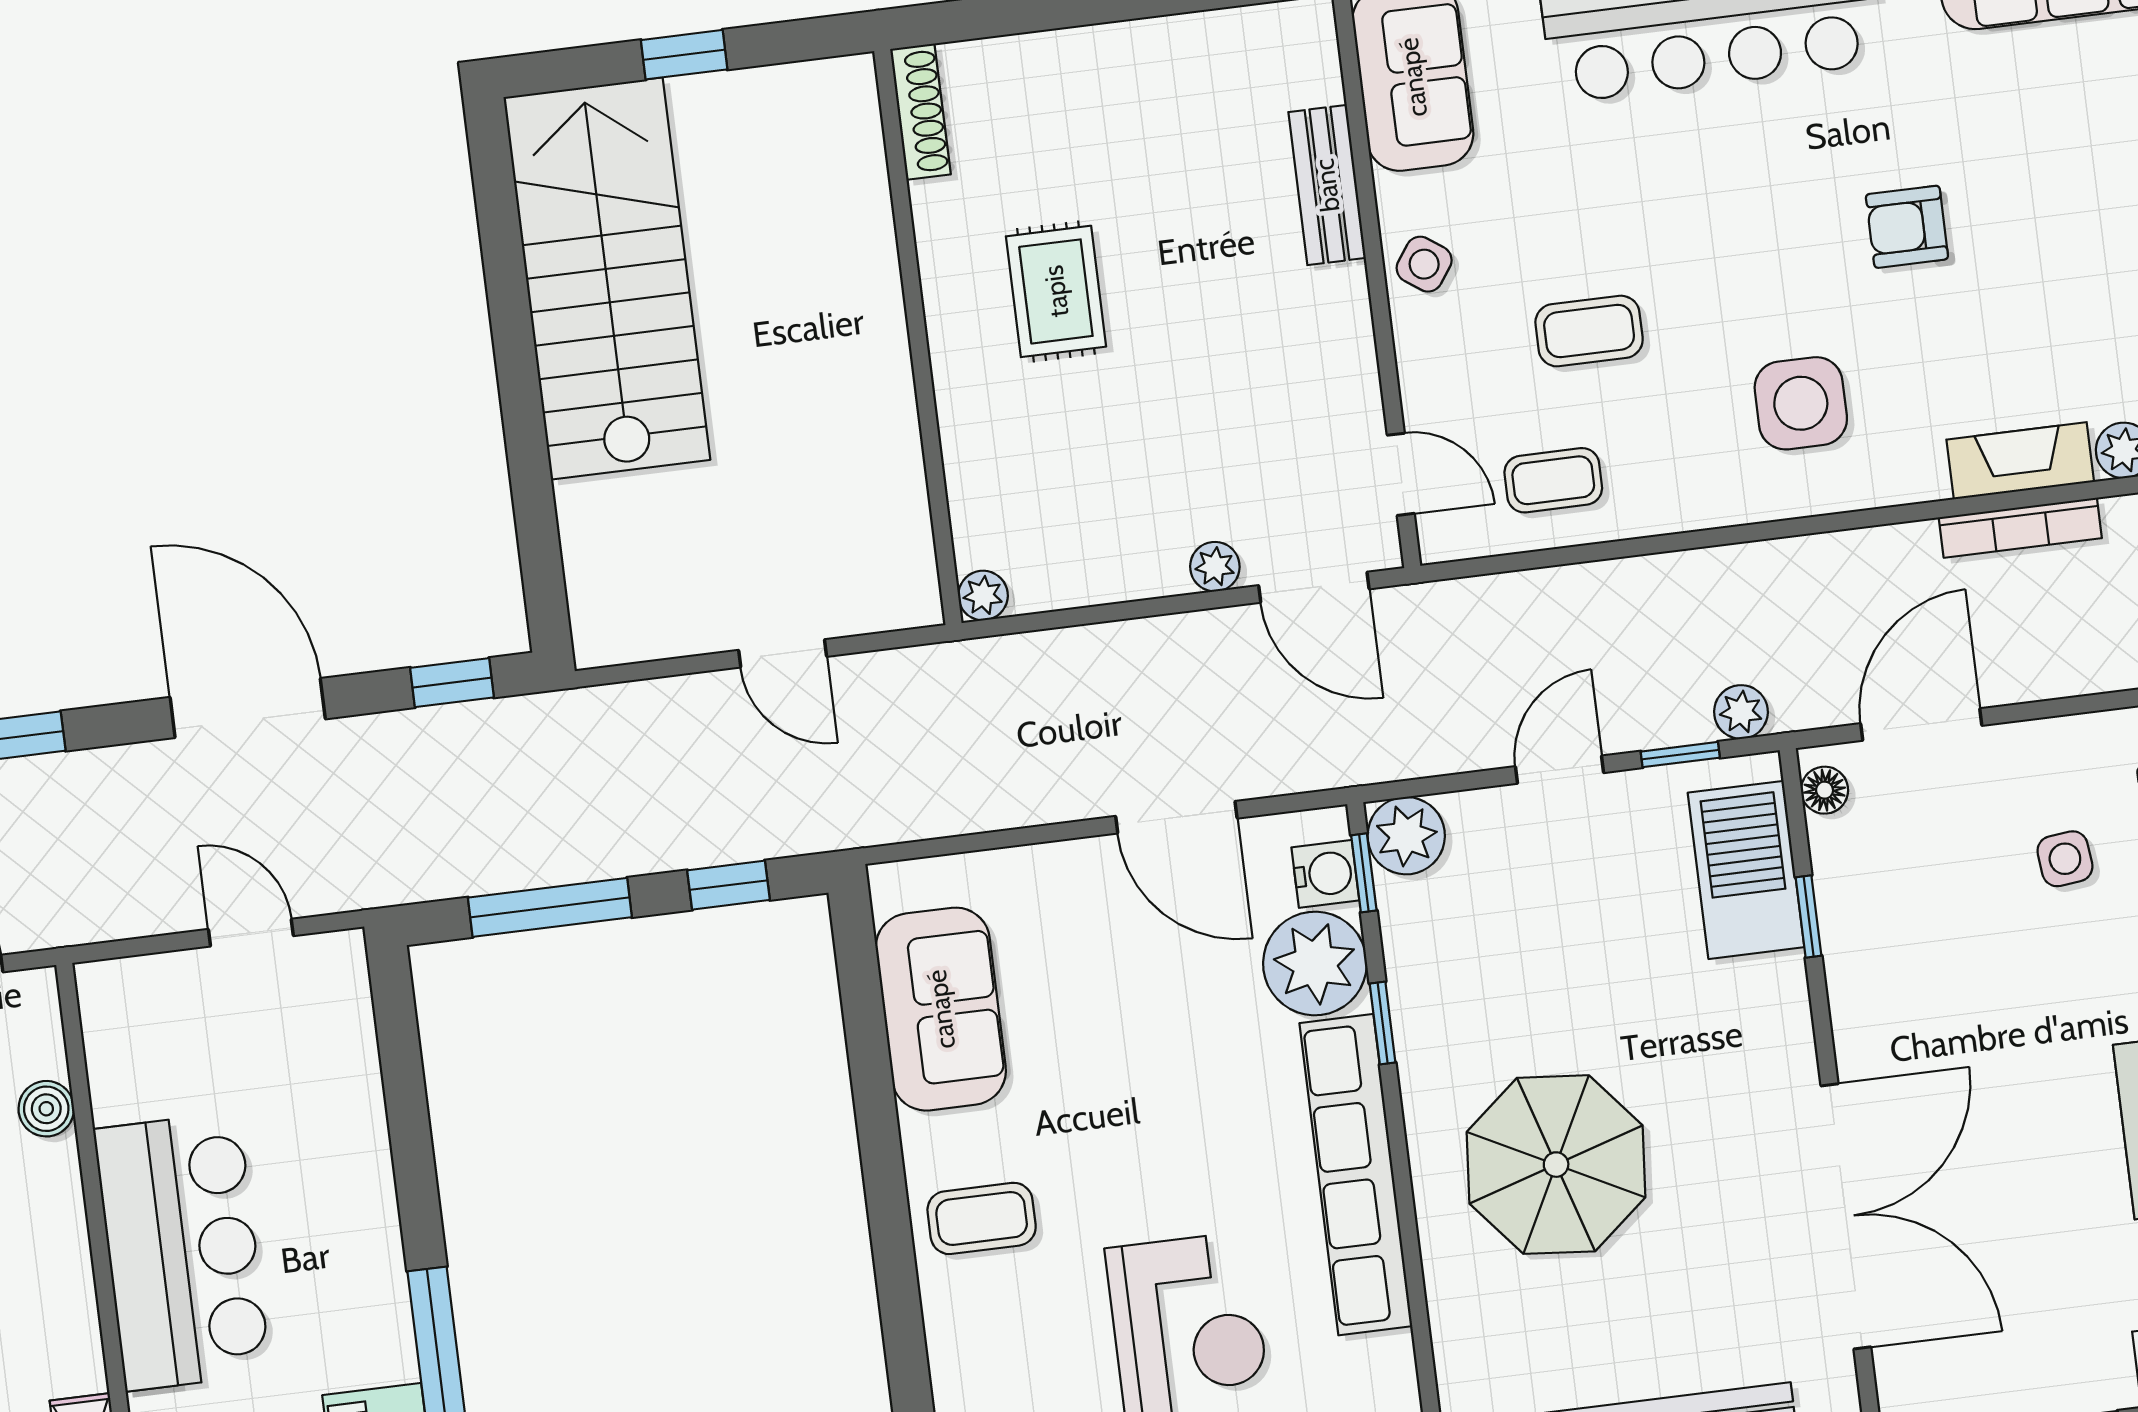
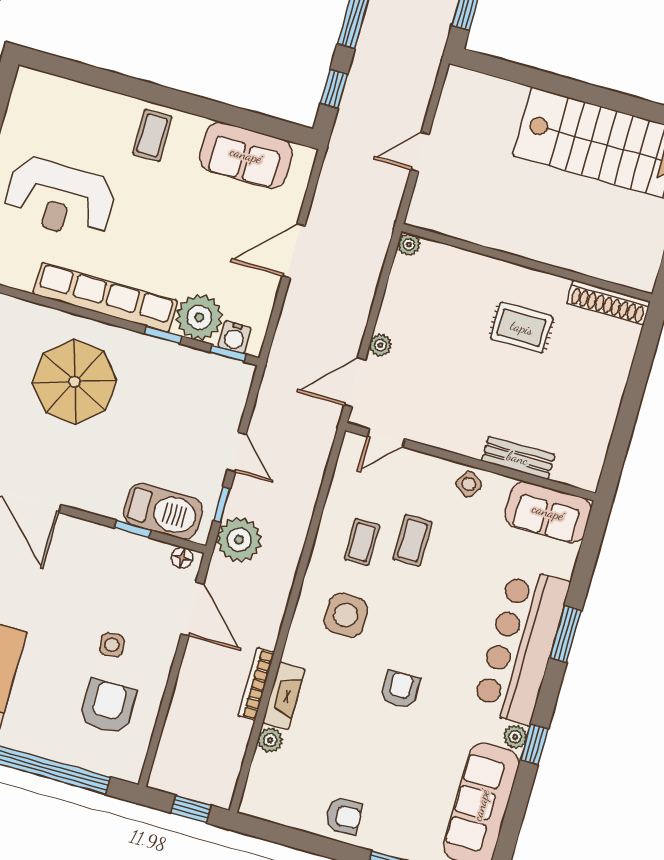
shoe rack: (920, 112) -> (608, 302), width x1.36, depth x1.24
coffee table: (1553, 480) -> (362, 542), moved
plant: (1741, 712) -> (239, 540), width x1.87, depth x1.87
door: (1176, 817) -> (294, 251), moved
plant: (1406, 836) -> (236, 377), removed

